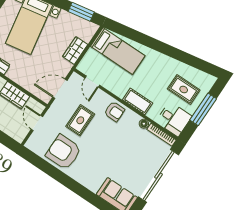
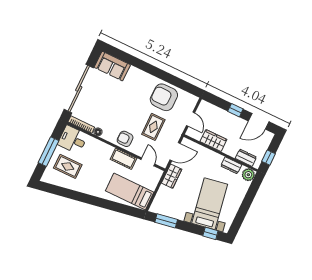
wardrobe: (75, 50) -> (172, 176), moved
cot: (138, 101) -> (123, 159), moved
armchair: (64, 152) -> (164, 97), turned 180

